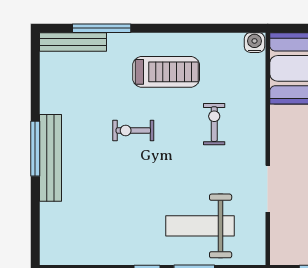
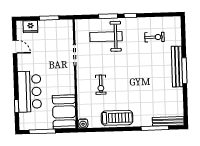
treadmill: (166, 72) -> (117, 118), moved, turned 180
exercise bike: (133, 131) -> (155, 37), moved
weight bench: (200, 226) -> (106, 37), turned 180

